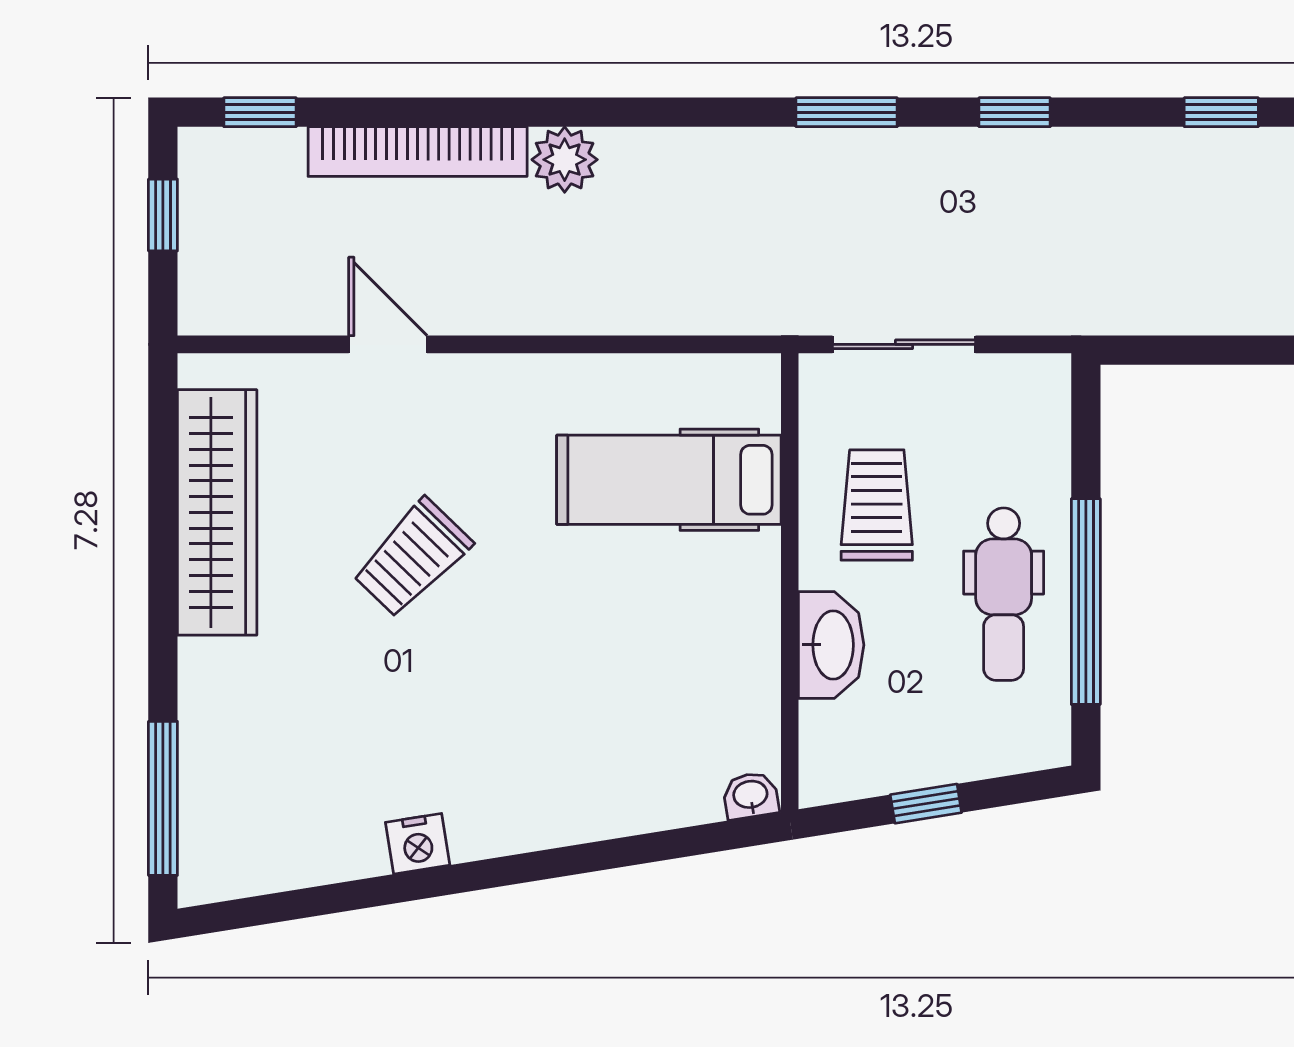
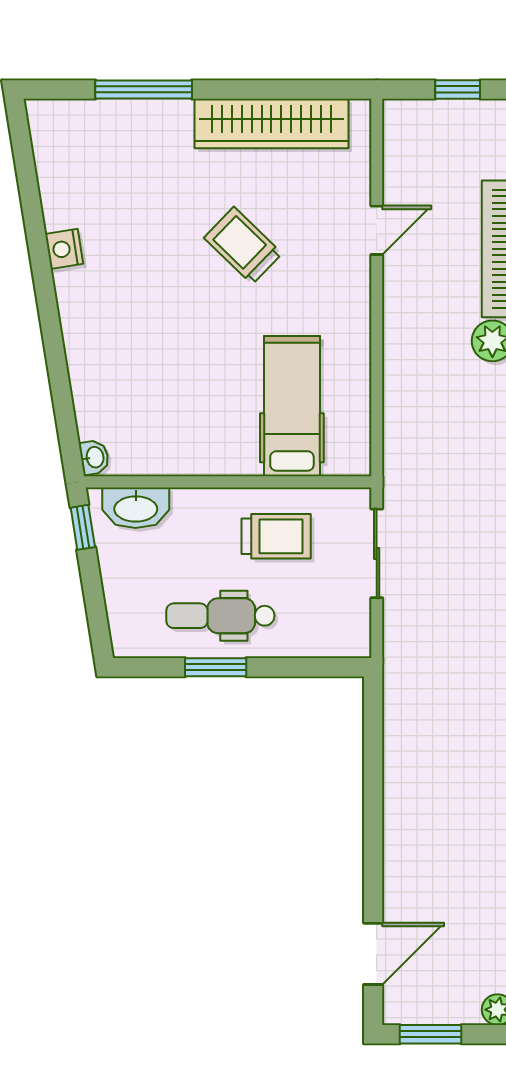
window: (1086, 602) -> (216, 667), width x0.47
washbasin: (831, 645) -> (136, 508), moved
window: (163, 798) -> (144, 89), moved
window: (926, 804) -> (83, 527), moved

